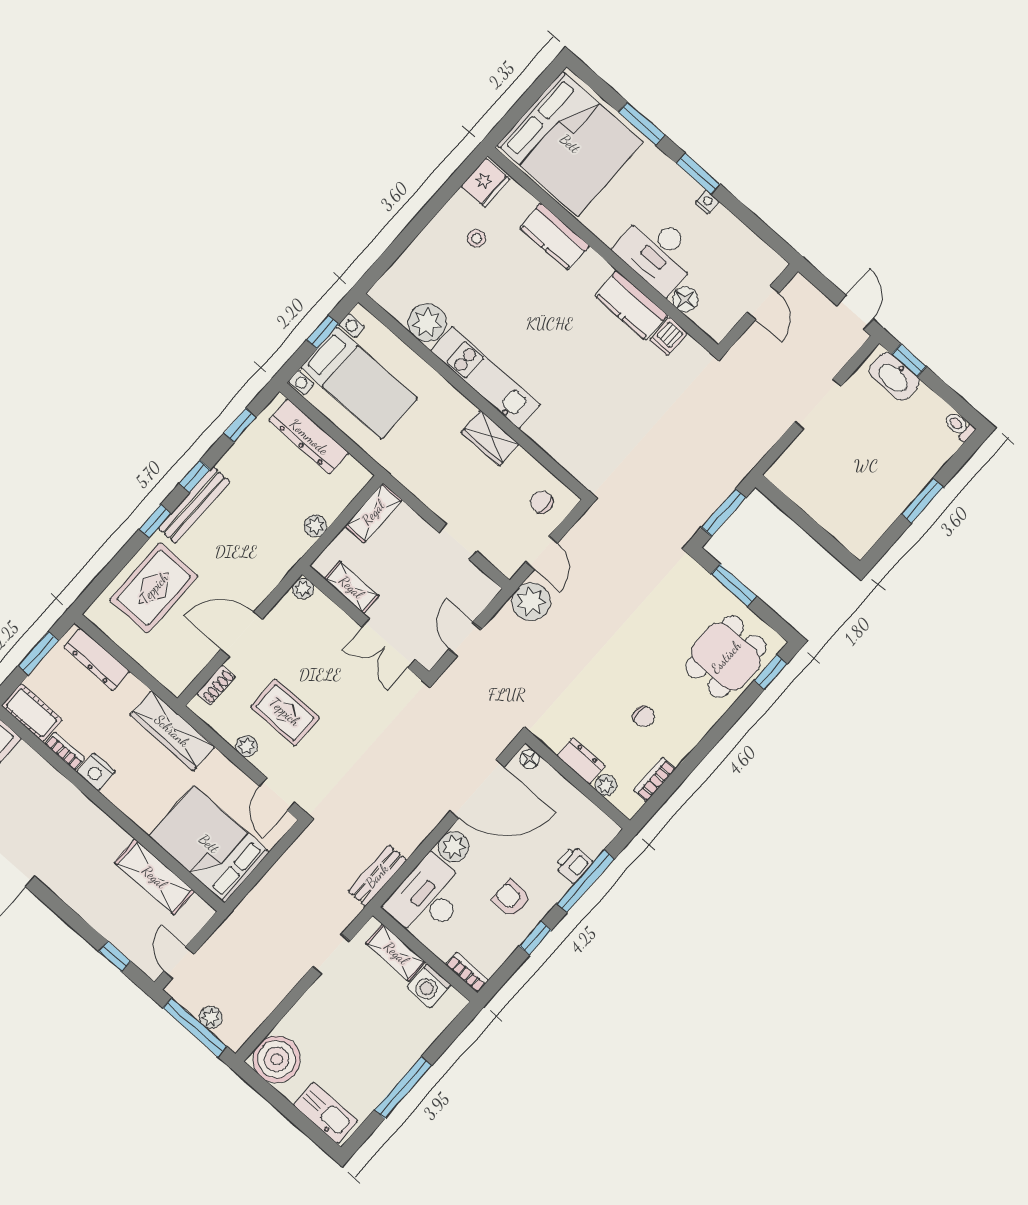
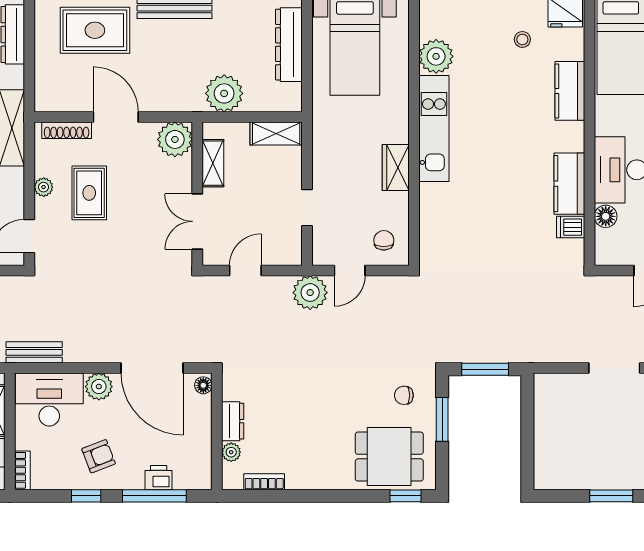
plant: (315, 526) -> (224, 93), width x1.88, depth x1.88
plant: (303, 589) -> (175, 139), width x1.88, depth x1.88
shoe rack: (216, 685) -> (67, 130), width x1.43
chair: (644, 716) -> (404, 395), moved, turned 90
armchair: (511, 899) -> (99, 456), turned 69

